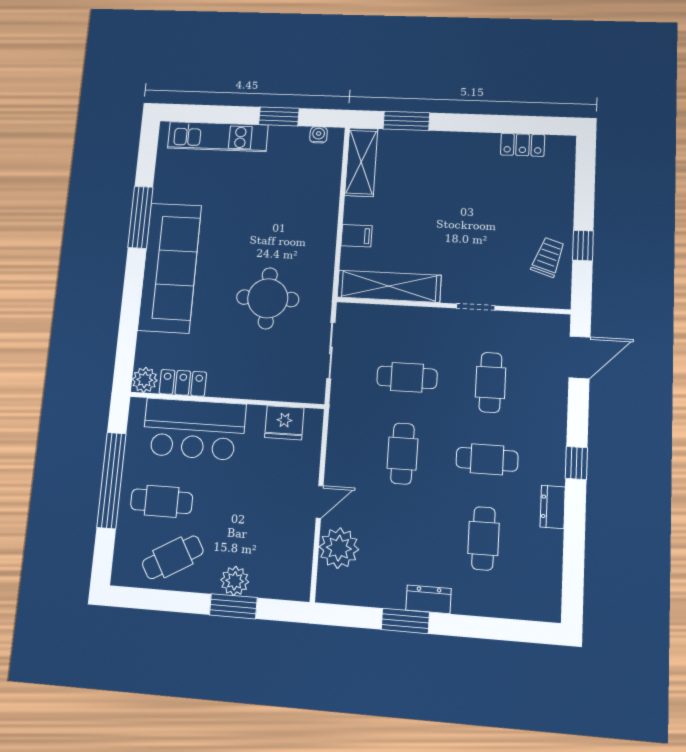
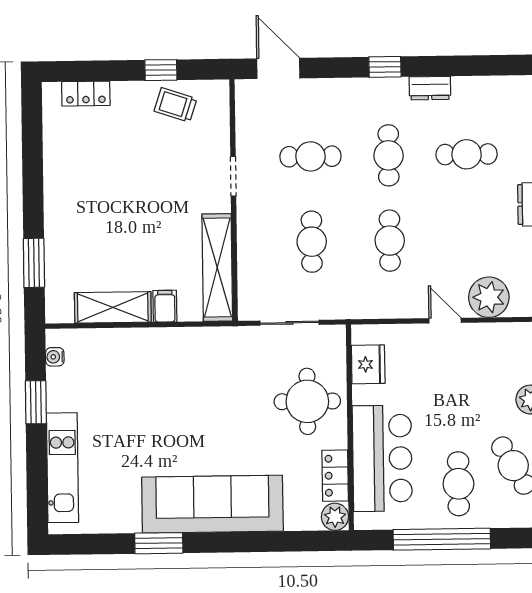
locker: (523, 145) -> (86, 94), moved, turned 90
shelving: (361, 162) -> (113, 307), moved
window: (140, 217) -> (159, 543), width x0.69
round table: (268, 298) -> (307, 401), moved
cafe table: (402, 454) -> (390, 241), turned 90

